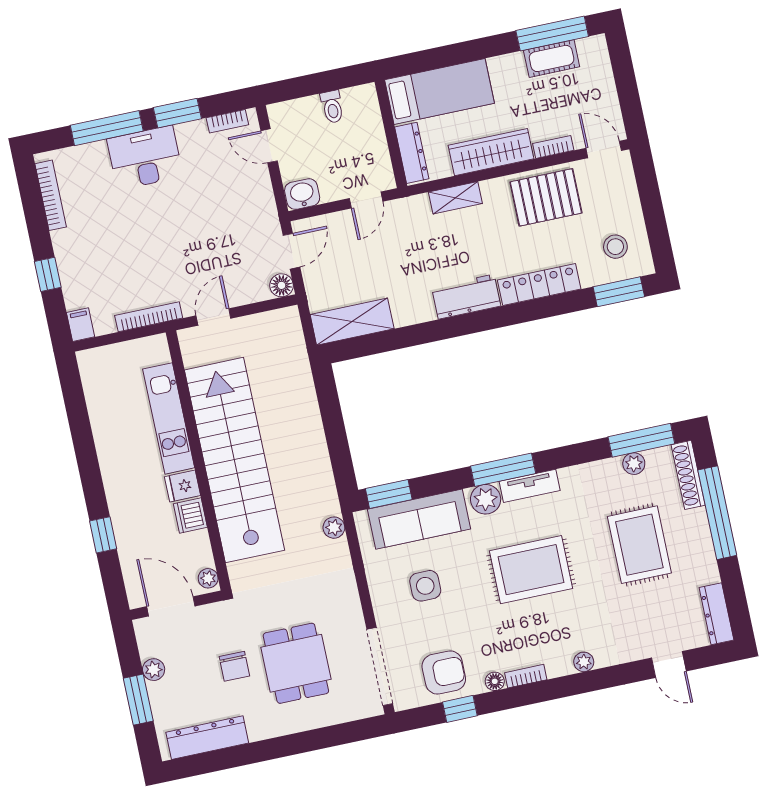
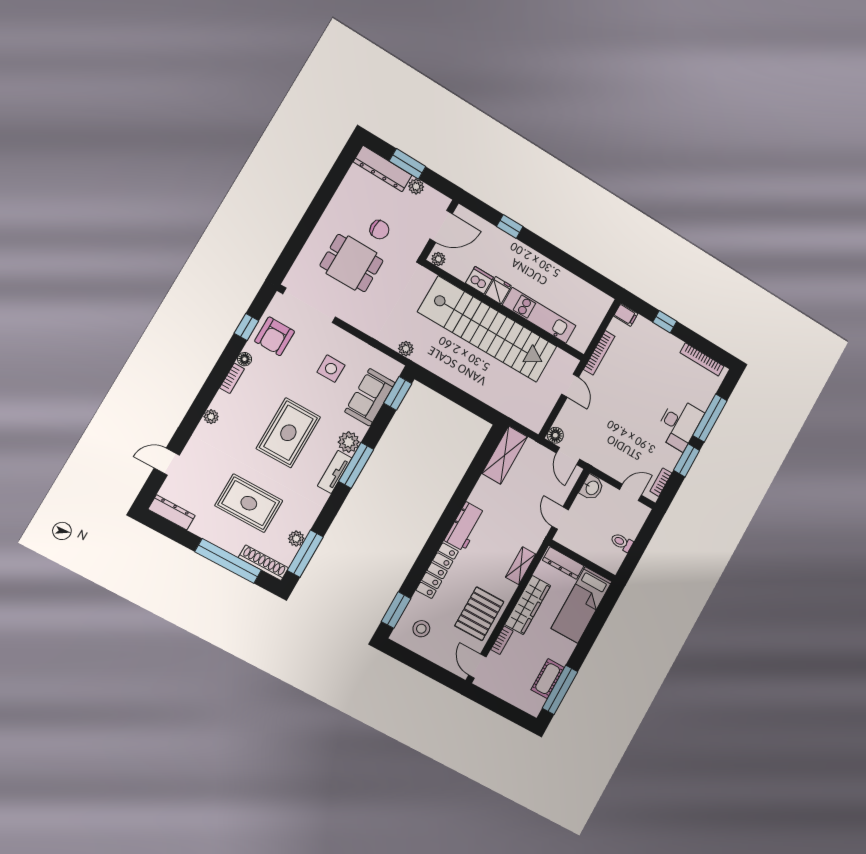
door: (604, 149) -> (477, 666), swing flipped
sofa: (419, 519) -> (370, 397), width x0.73
chair: (234, 666) -> (379, 230), turned 180
dresser: (207, 738) -> (383, 169), moved, turned 90

